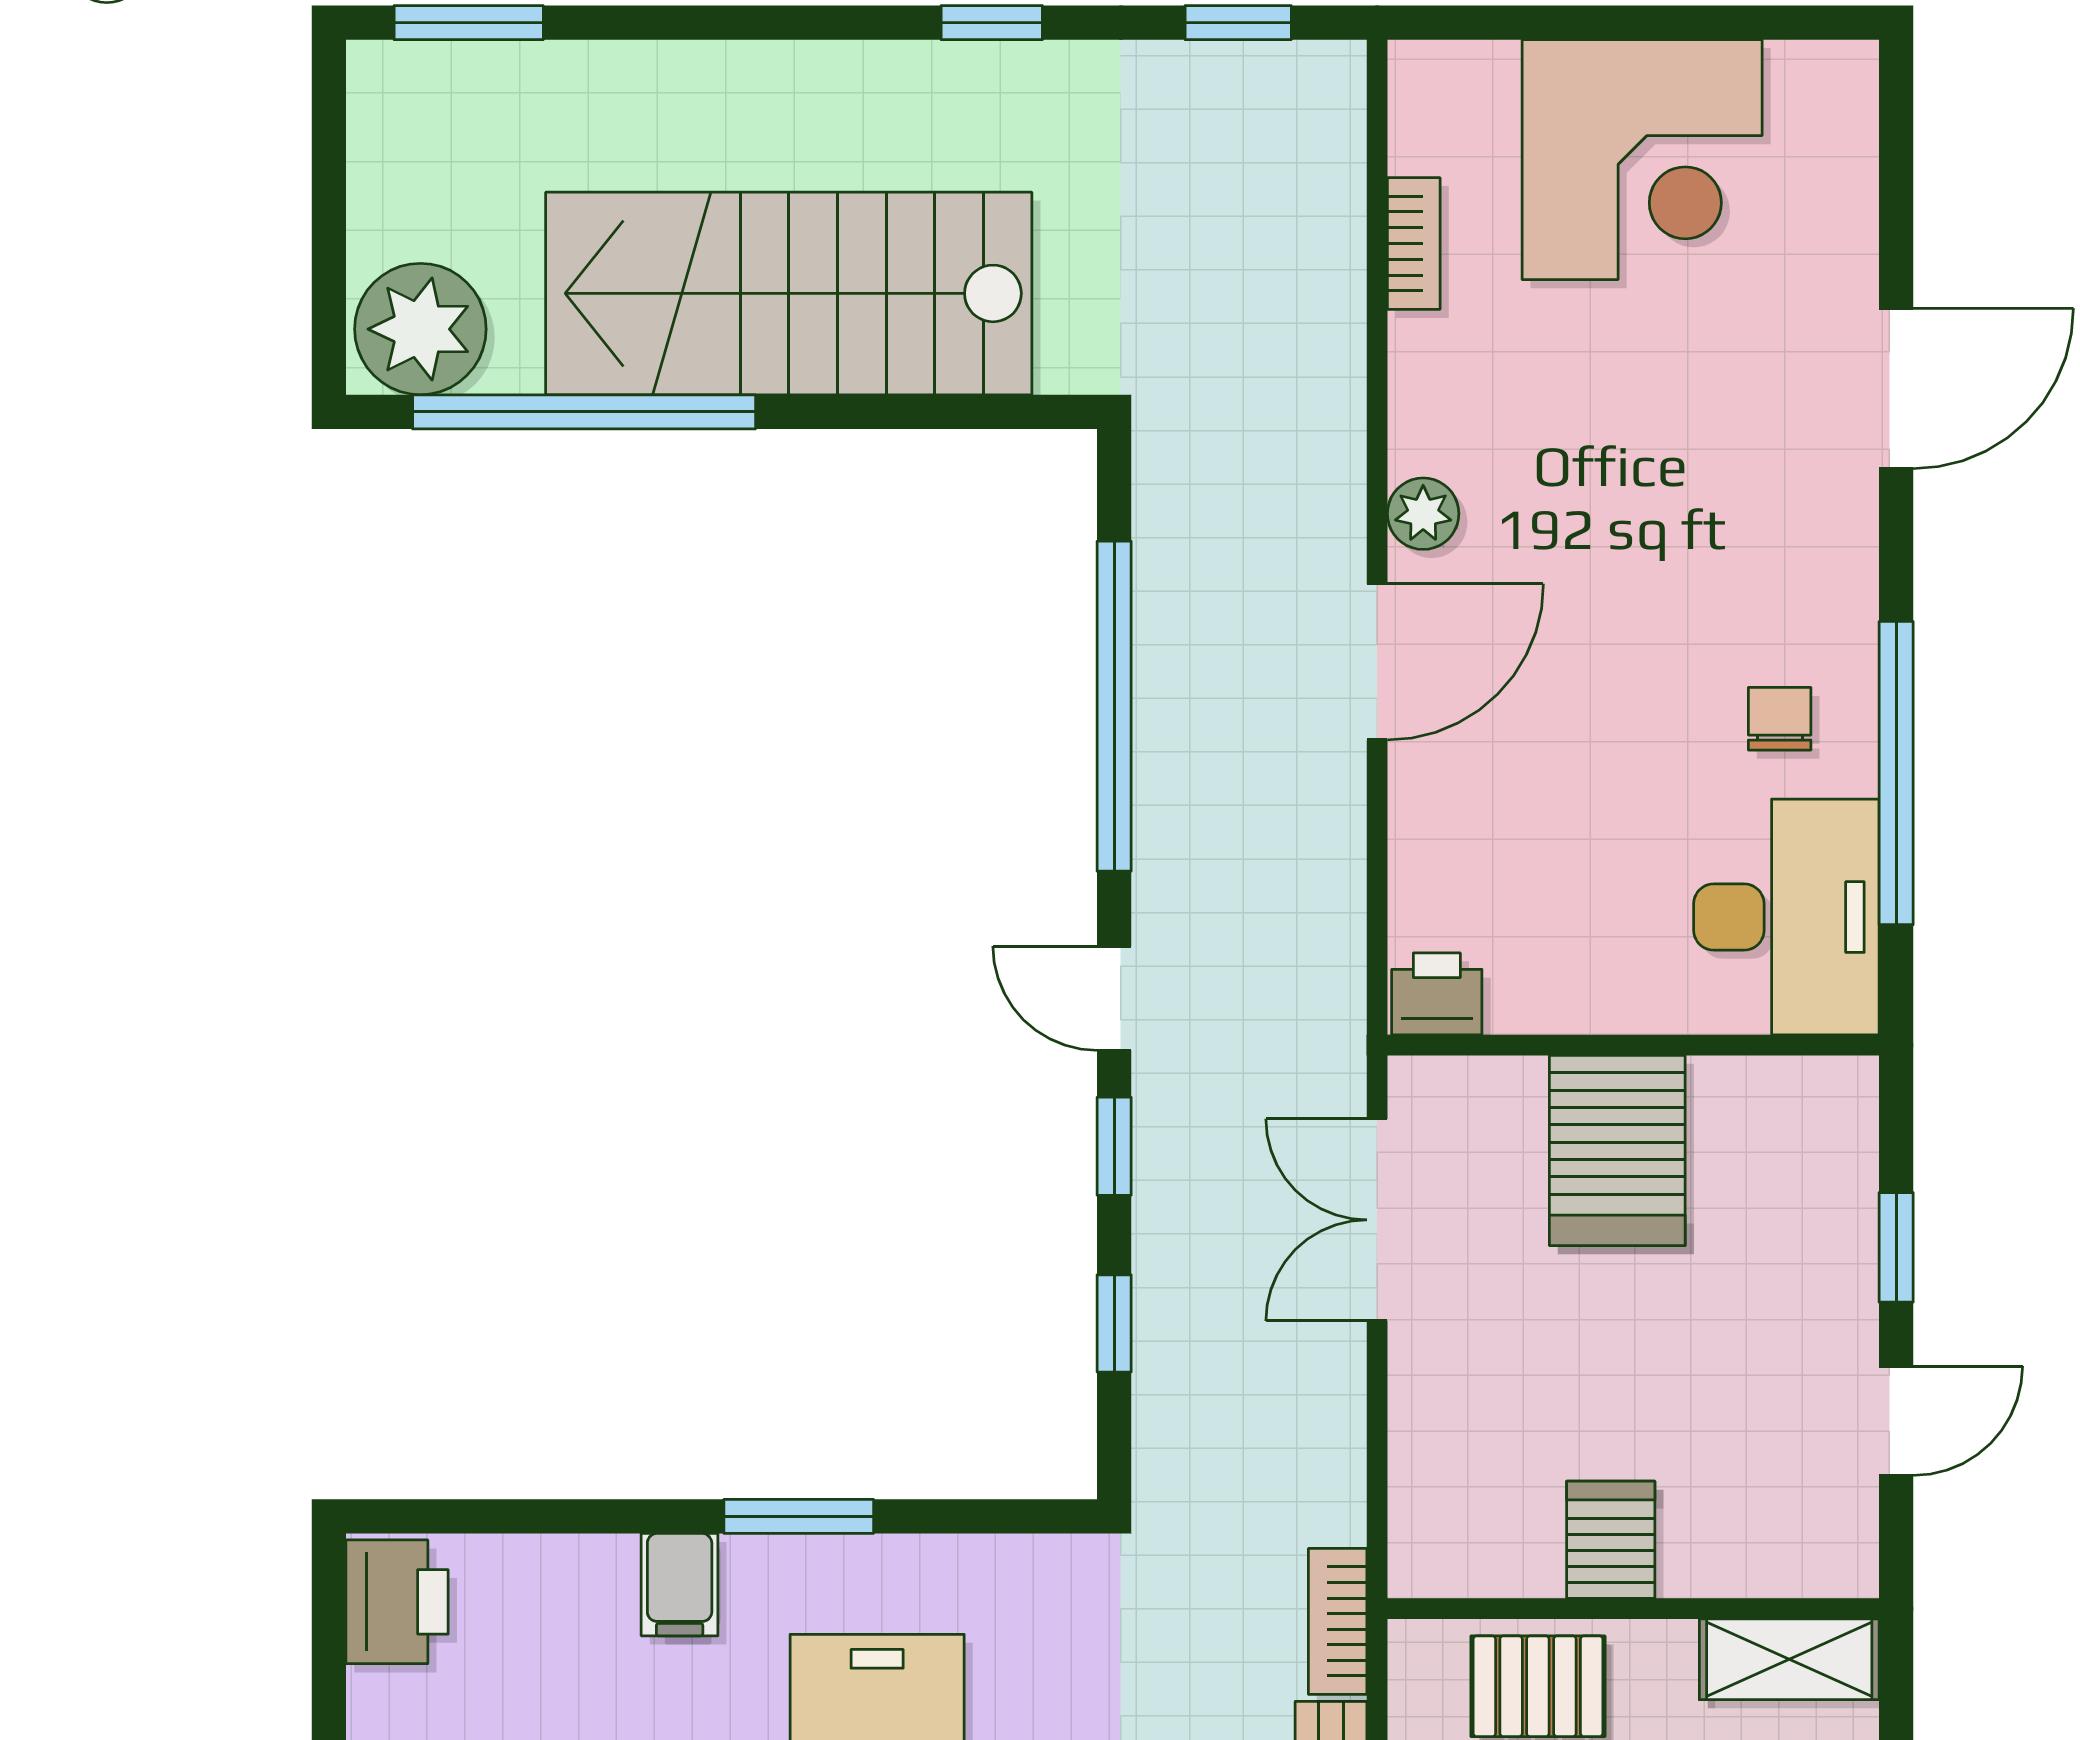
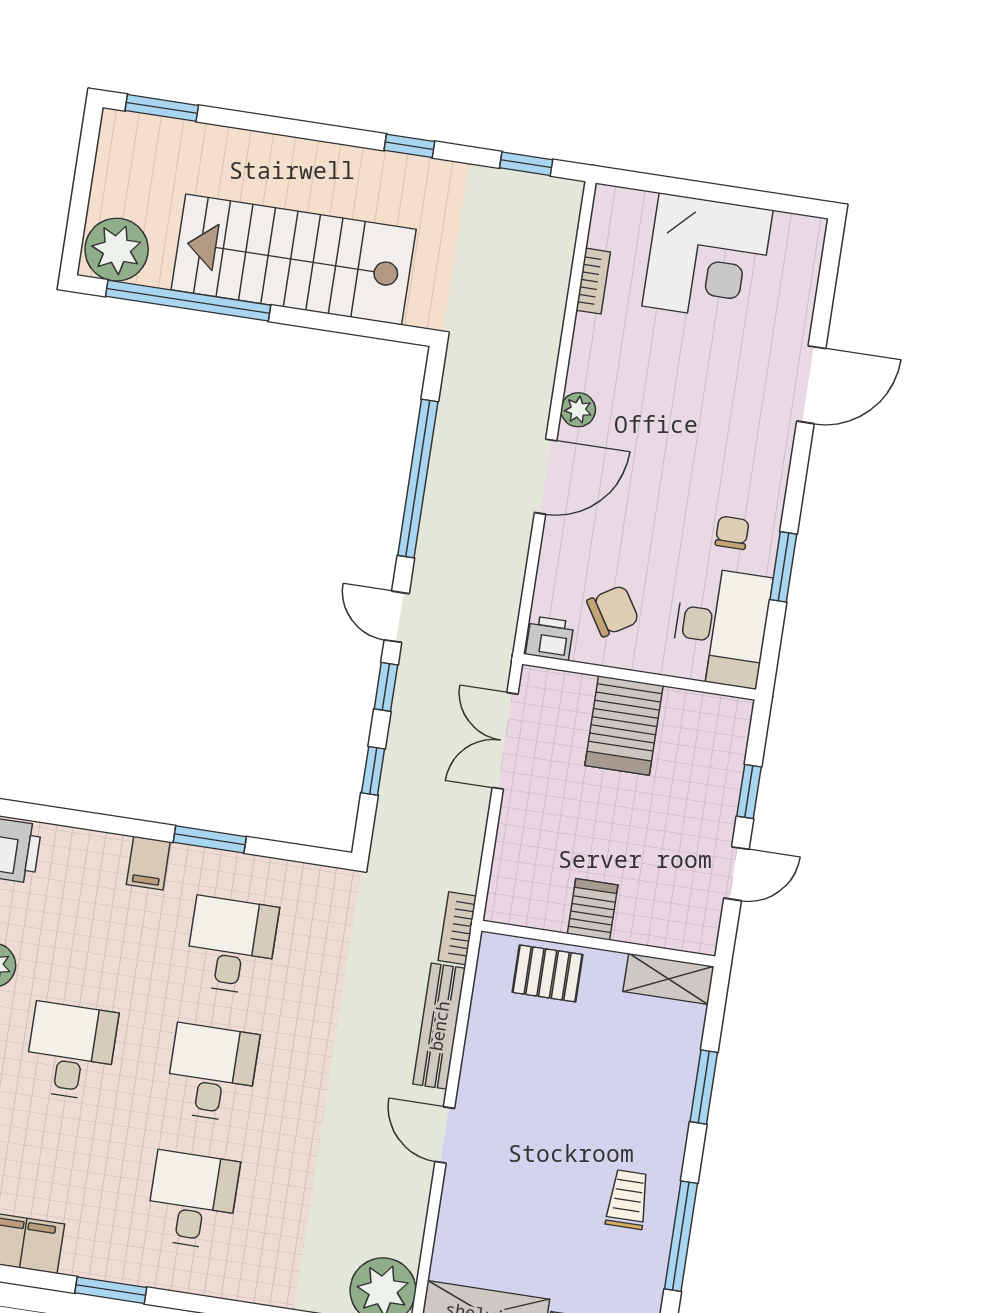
window: (1896, 773) -> (783, 567), width x0.47
chair: (1559, 918) -> (613, 611), added

